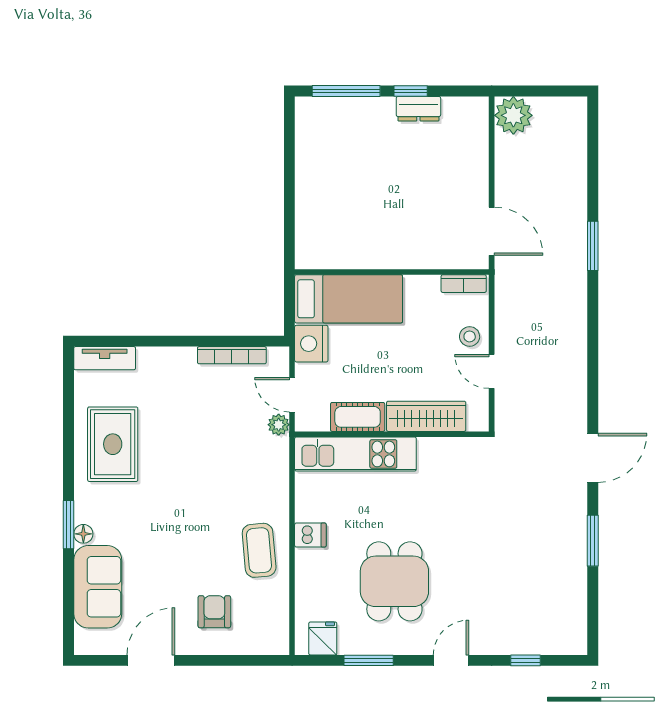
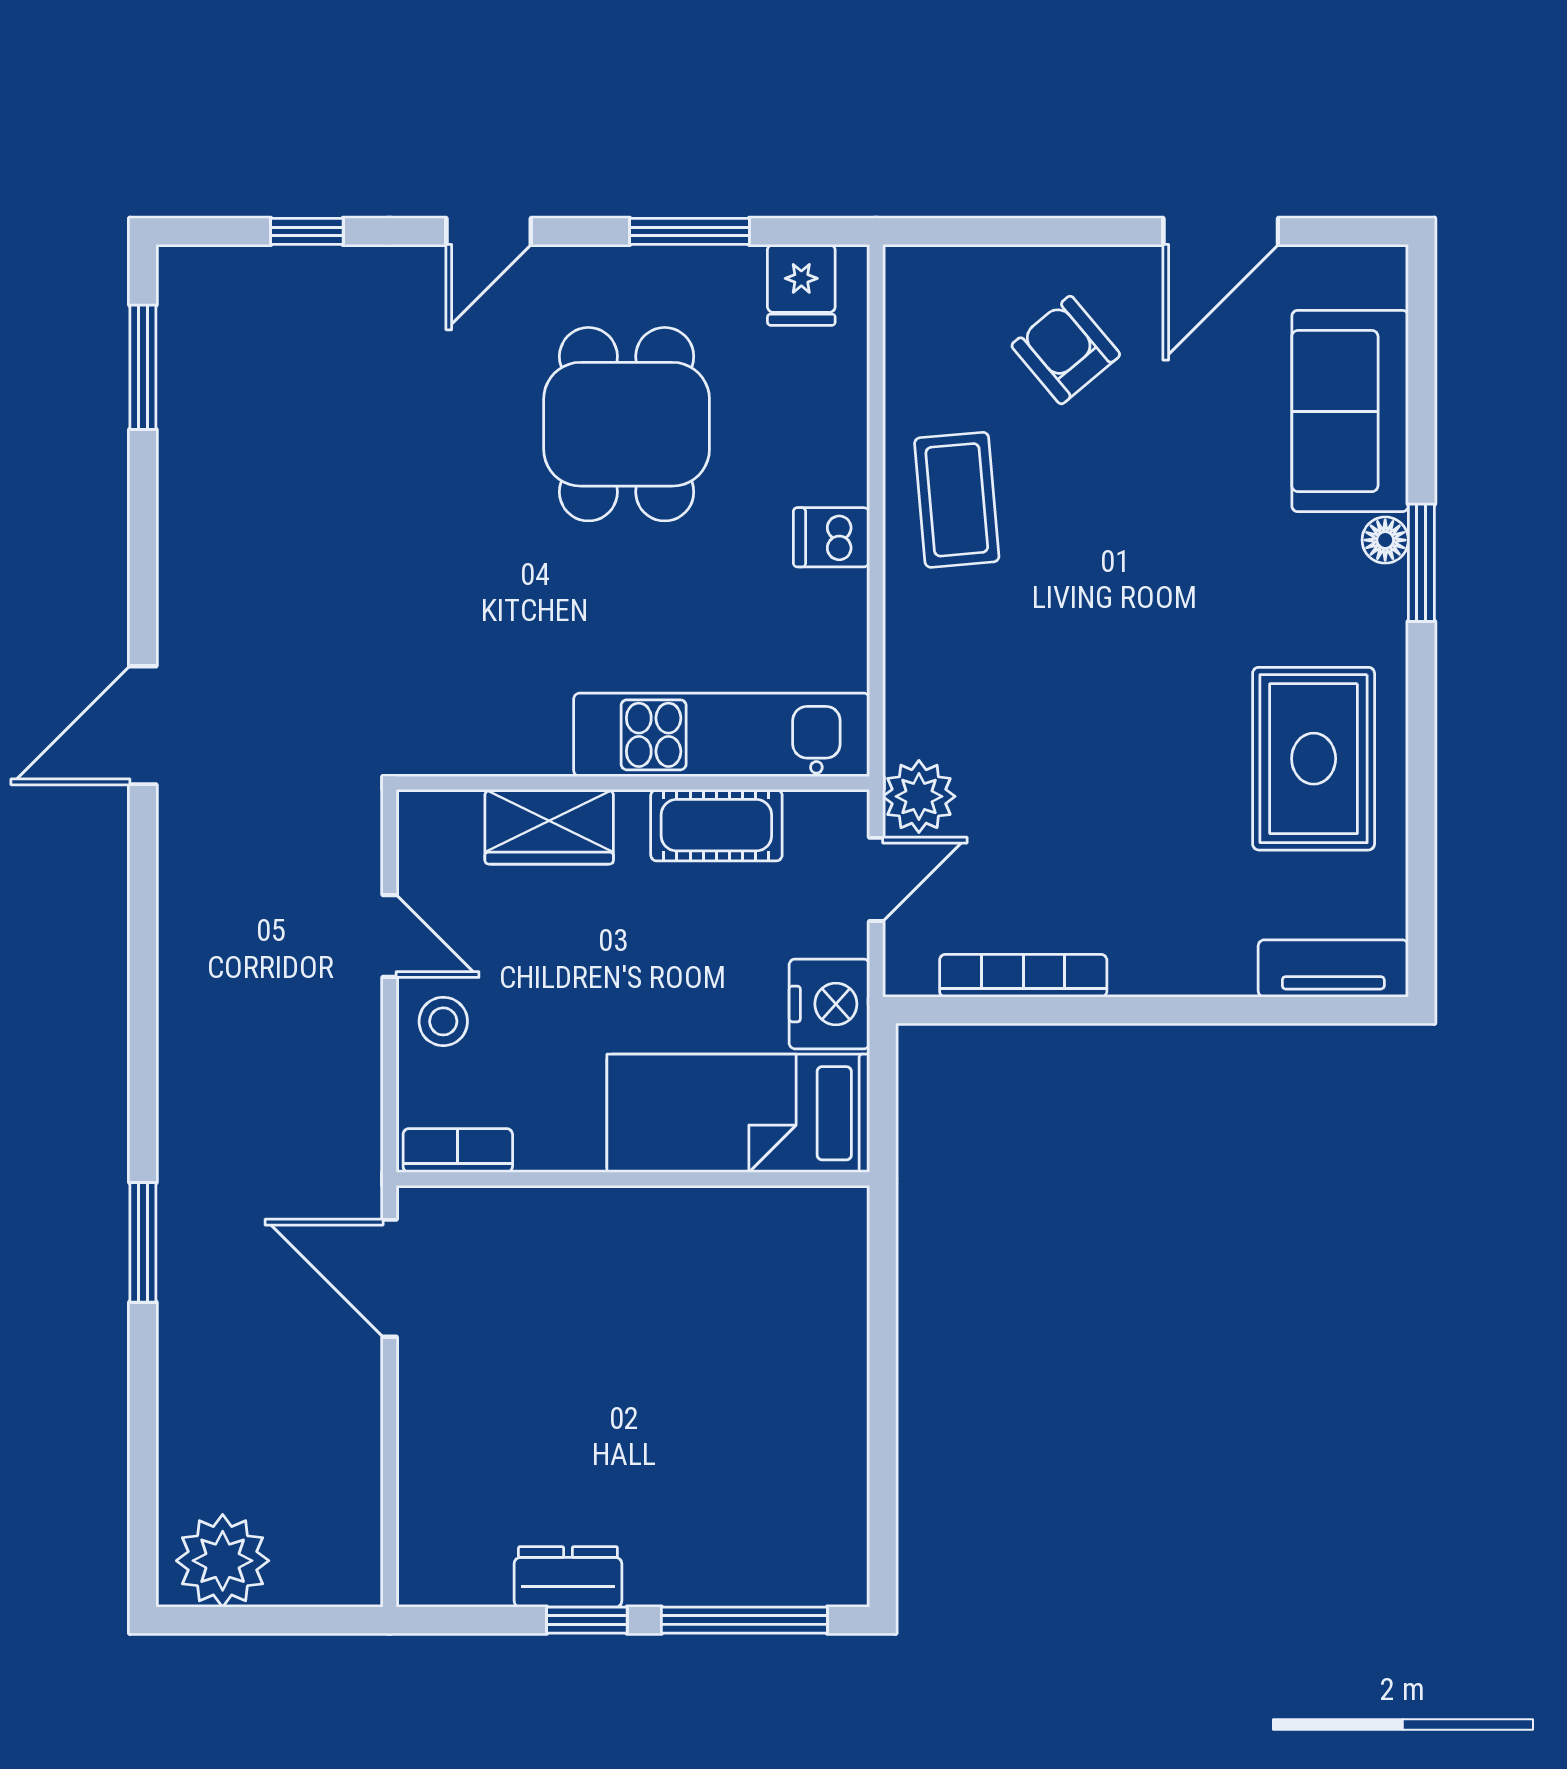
plant: (513, 115) -> (223, 1561), moved
door: (292, 395) -> (876, 879), hinge flipped
wardrobe: (426, 416) -> (549, 827), width x0.67
plant: (279, 425) -> (919, 796), width x1.38, depth x1.38
window: (593, 541) -> (143, 367), moved
armchair: (214, 612) -> (1066, 350), turned 140

